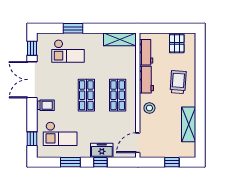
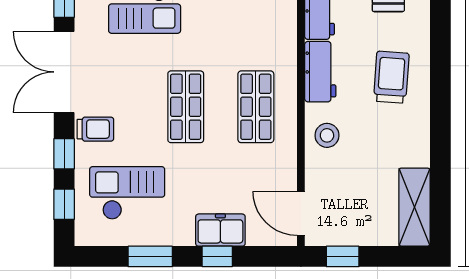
window: (32, 116) -> (64, 154), added
shelving: (189, 124) -> (414, 207), moved
checkout: (60, 134) -> (127, 193), turned 180
door: (138, 143) -> (301, 213), hinge flipped
window: (172, 162) -> (343, 256), moved

